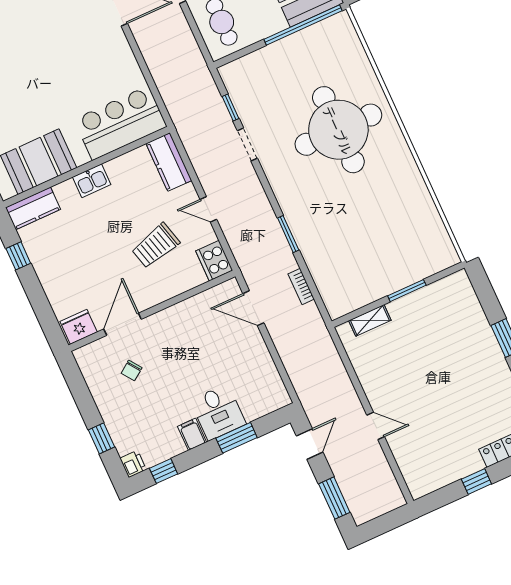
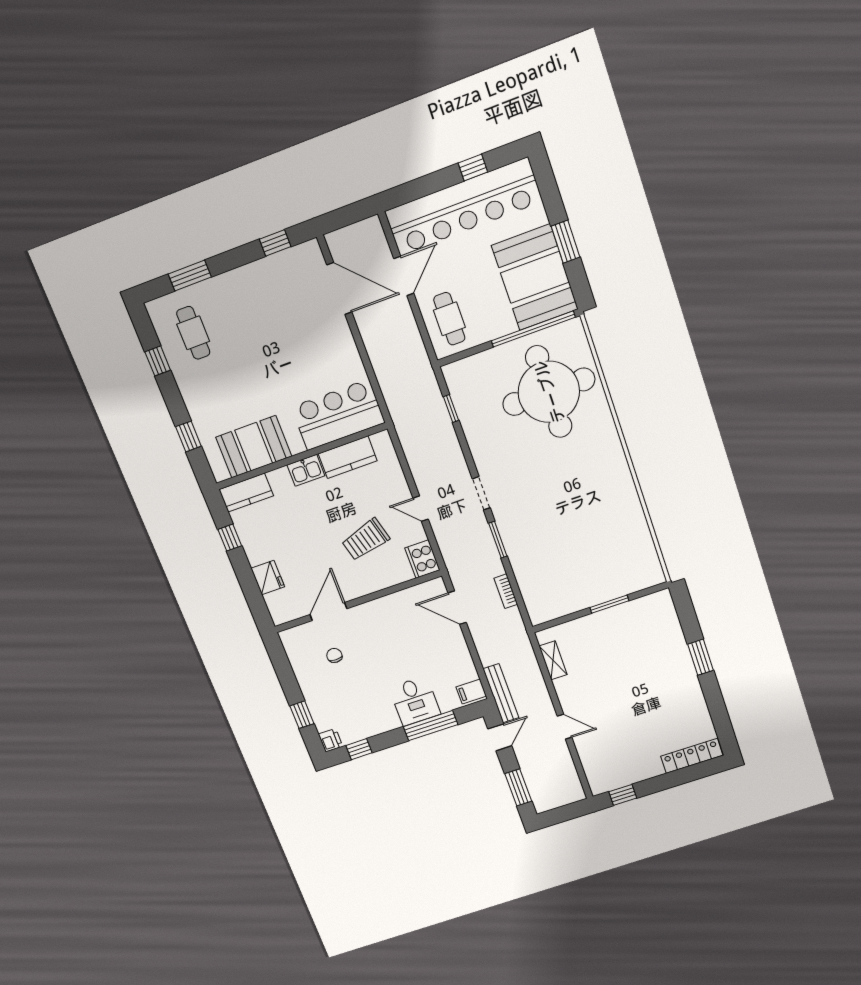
round table: (338, 130) -> (549, 392), moved
doorway: (247, 144) -> (481, 493), moved
kitchen counter: (169, 162) -> (348, 457), moved, turned -90
shelving: (370, 320) -> (553, 660), moved, turned 90
fridge: (79, 327) -> (268, 578), moved, turned 90
chair: (132, 370) -> (334, 655), turned 126
bench: (306, 396) -> (501, 693), added
filing cabinet: (192, 434) -> (471, 691), moved, turned -90
window: (237, 438) -> (431, 726), width x1.44
window: (476, 481) -> (623, 795), moved

